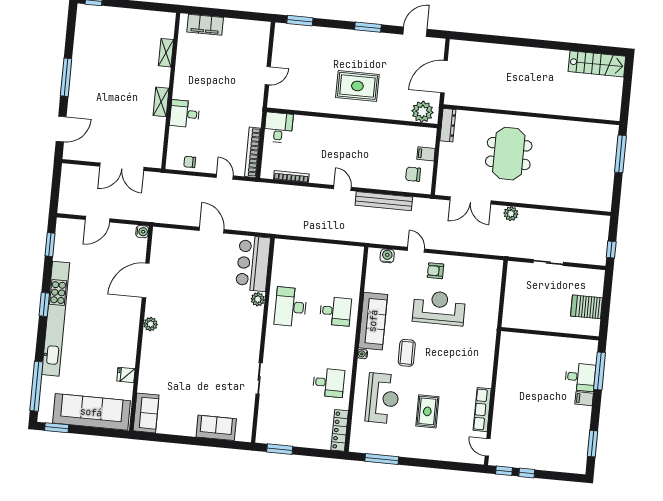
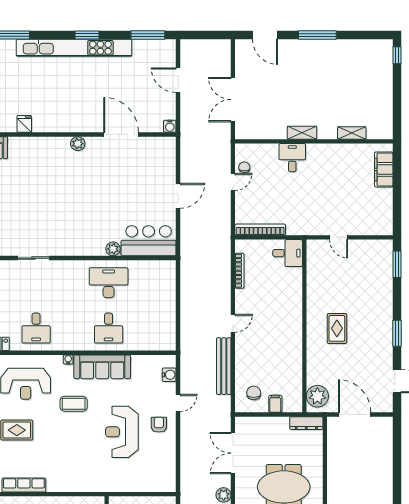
rug: (357, 86) -> (337, 328), width x0.73, depth x0.70
door: (225, 177) -> (233, 182), moved
window: (50, 245) -> (148, 35), width x1.44
reception desk: (439, 308) -> (122, 432), turned 180

